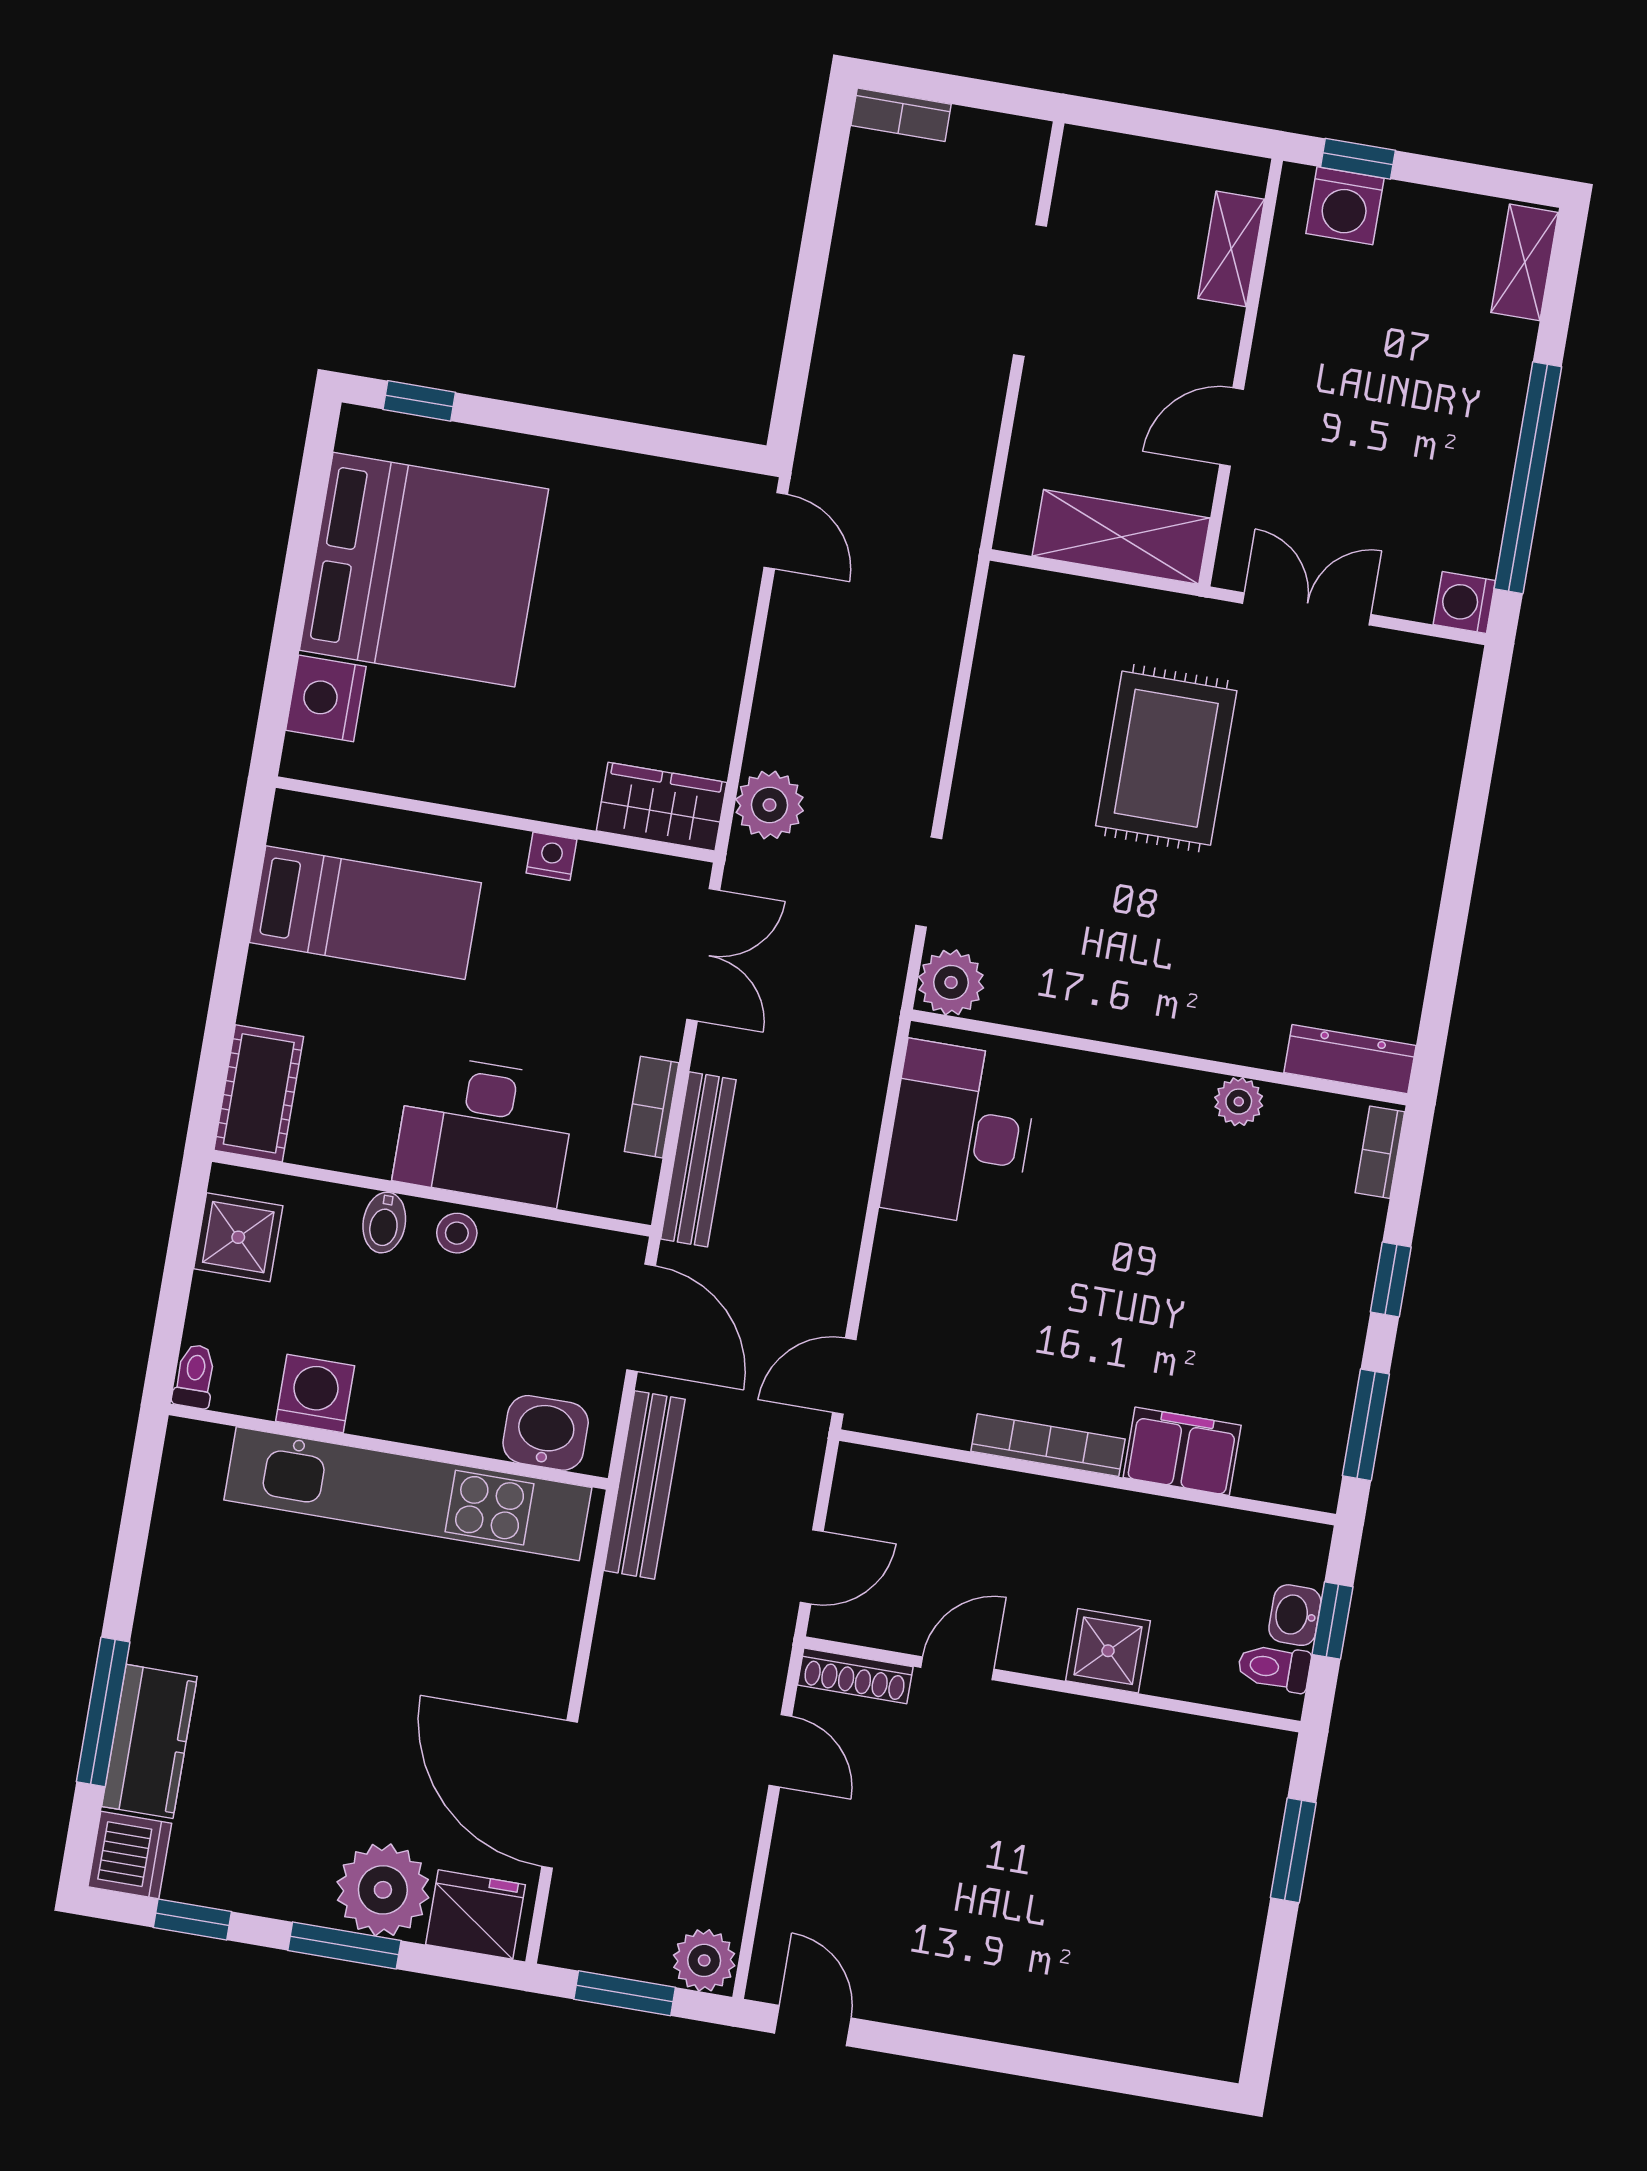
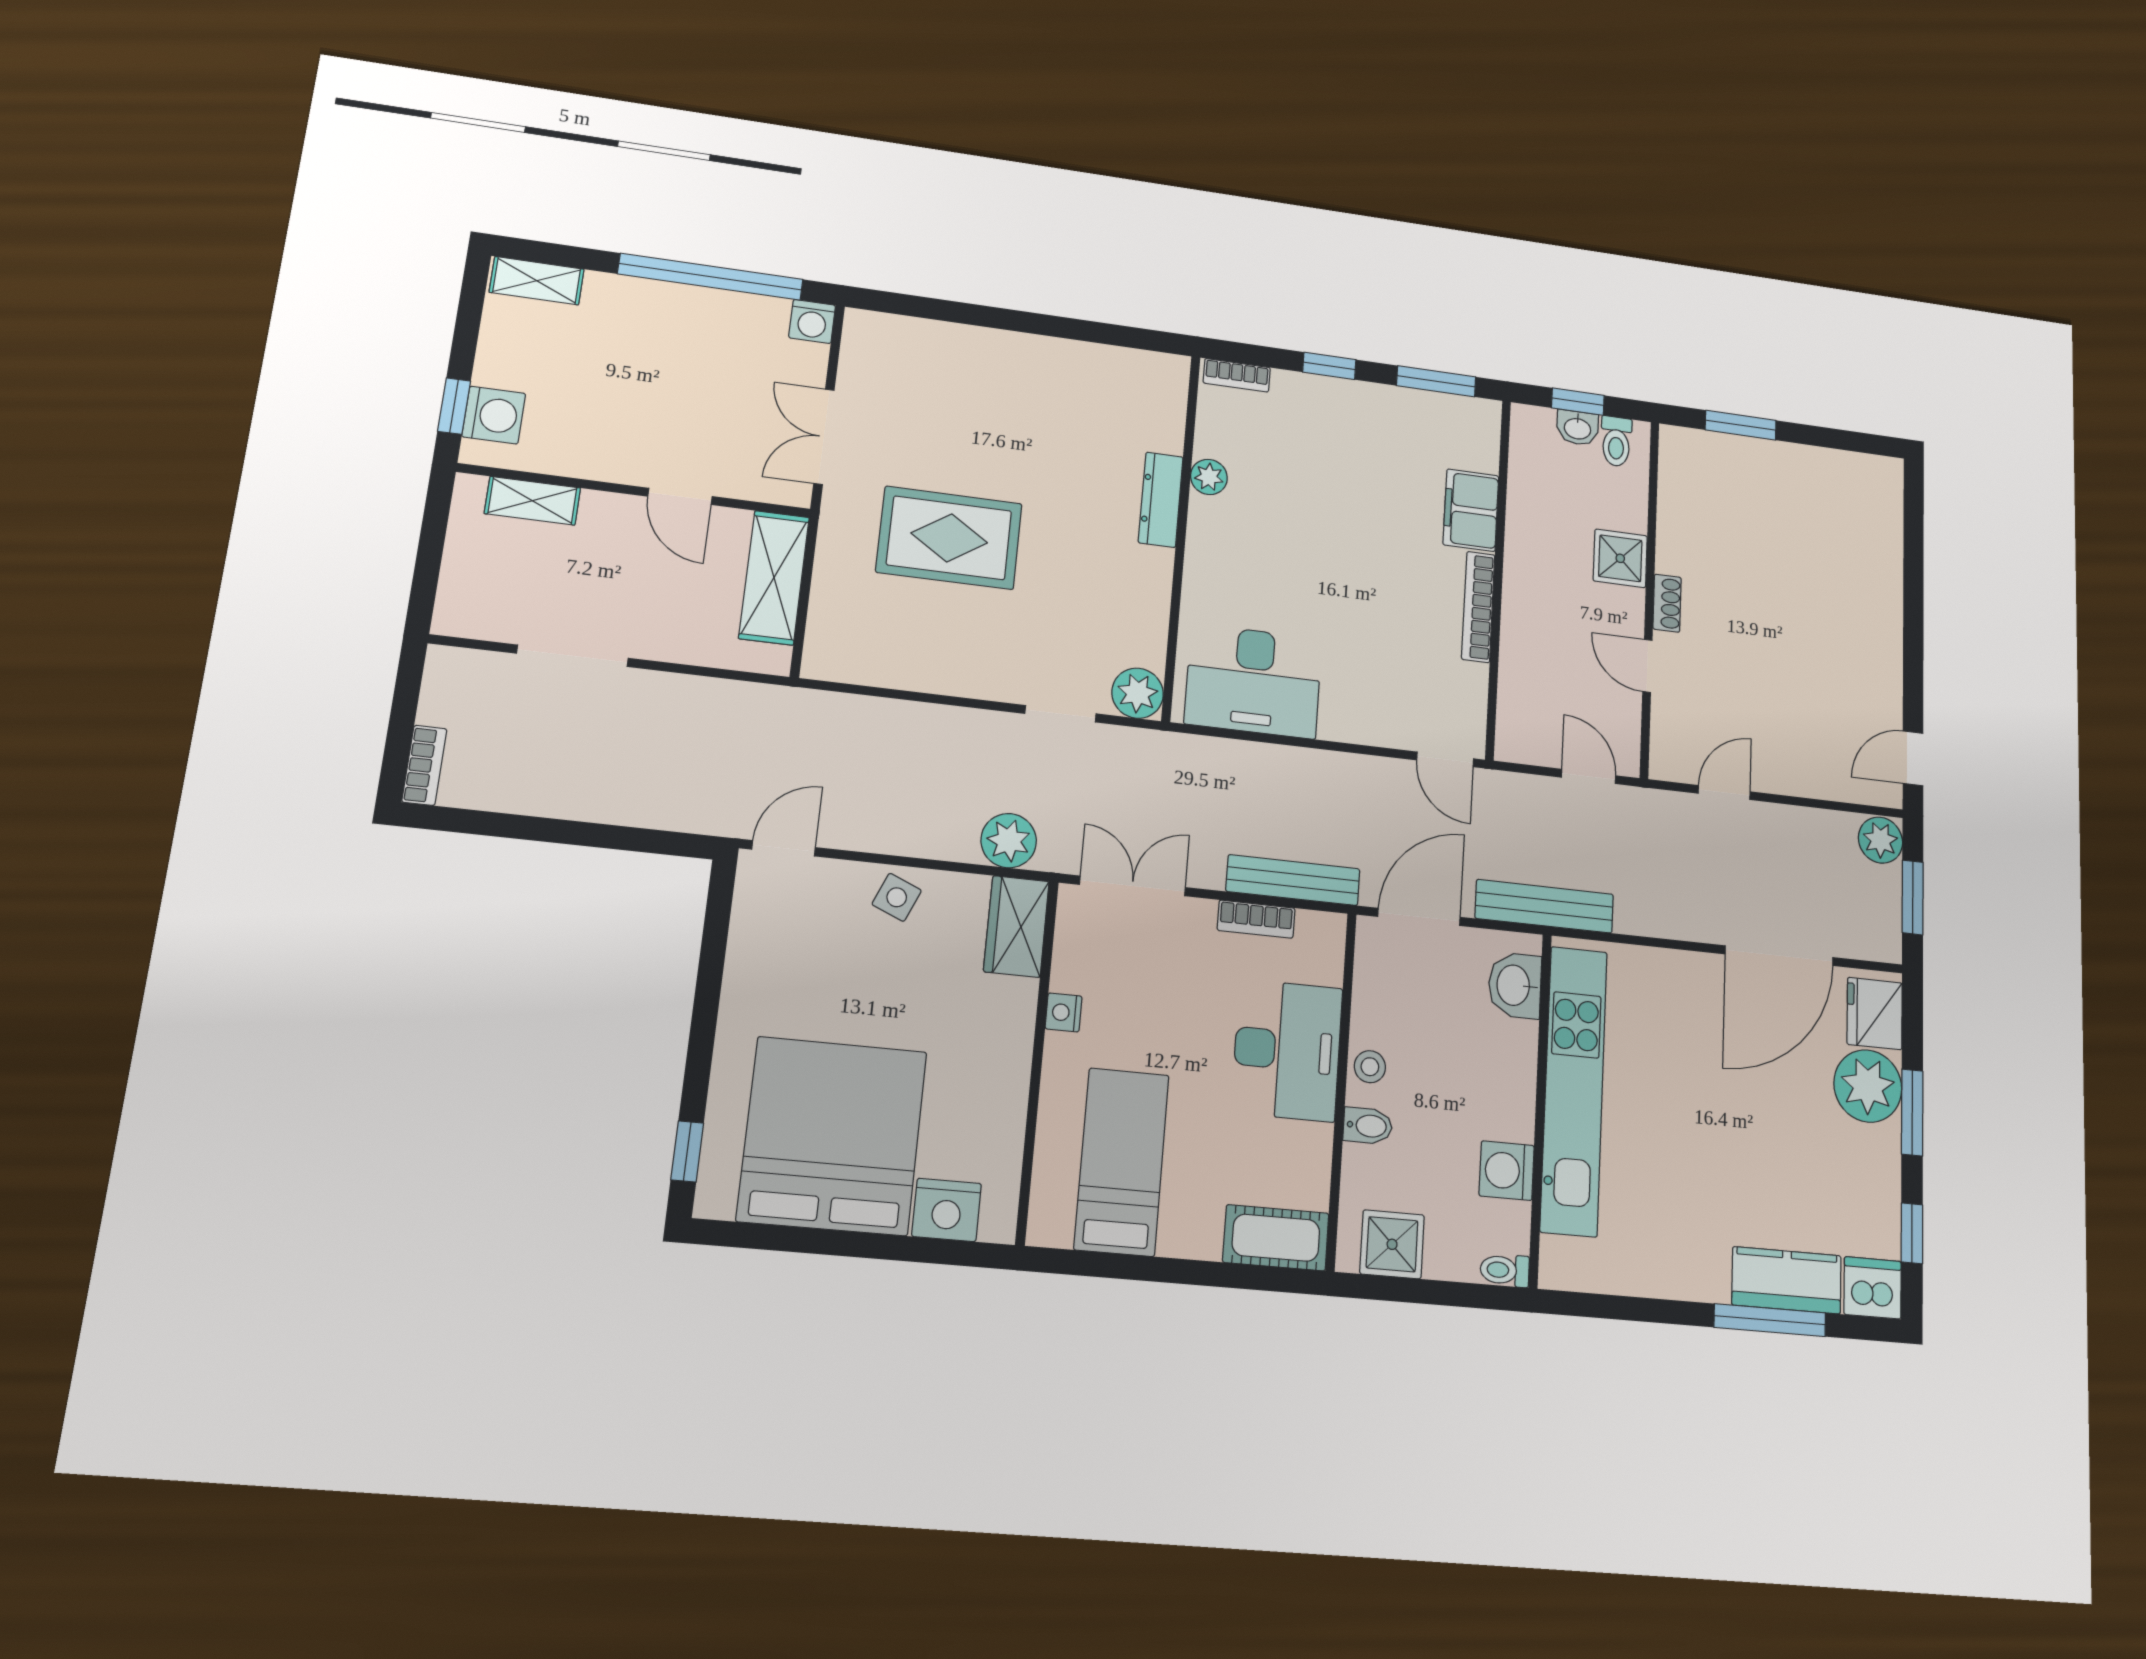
side table: (707, 663) -> (897, 897), added
dresser: (1350, 1059) -> (1161, 500), moved
shoe rack: (855, 1676) -> (1667, 603), moved, width x0.70

